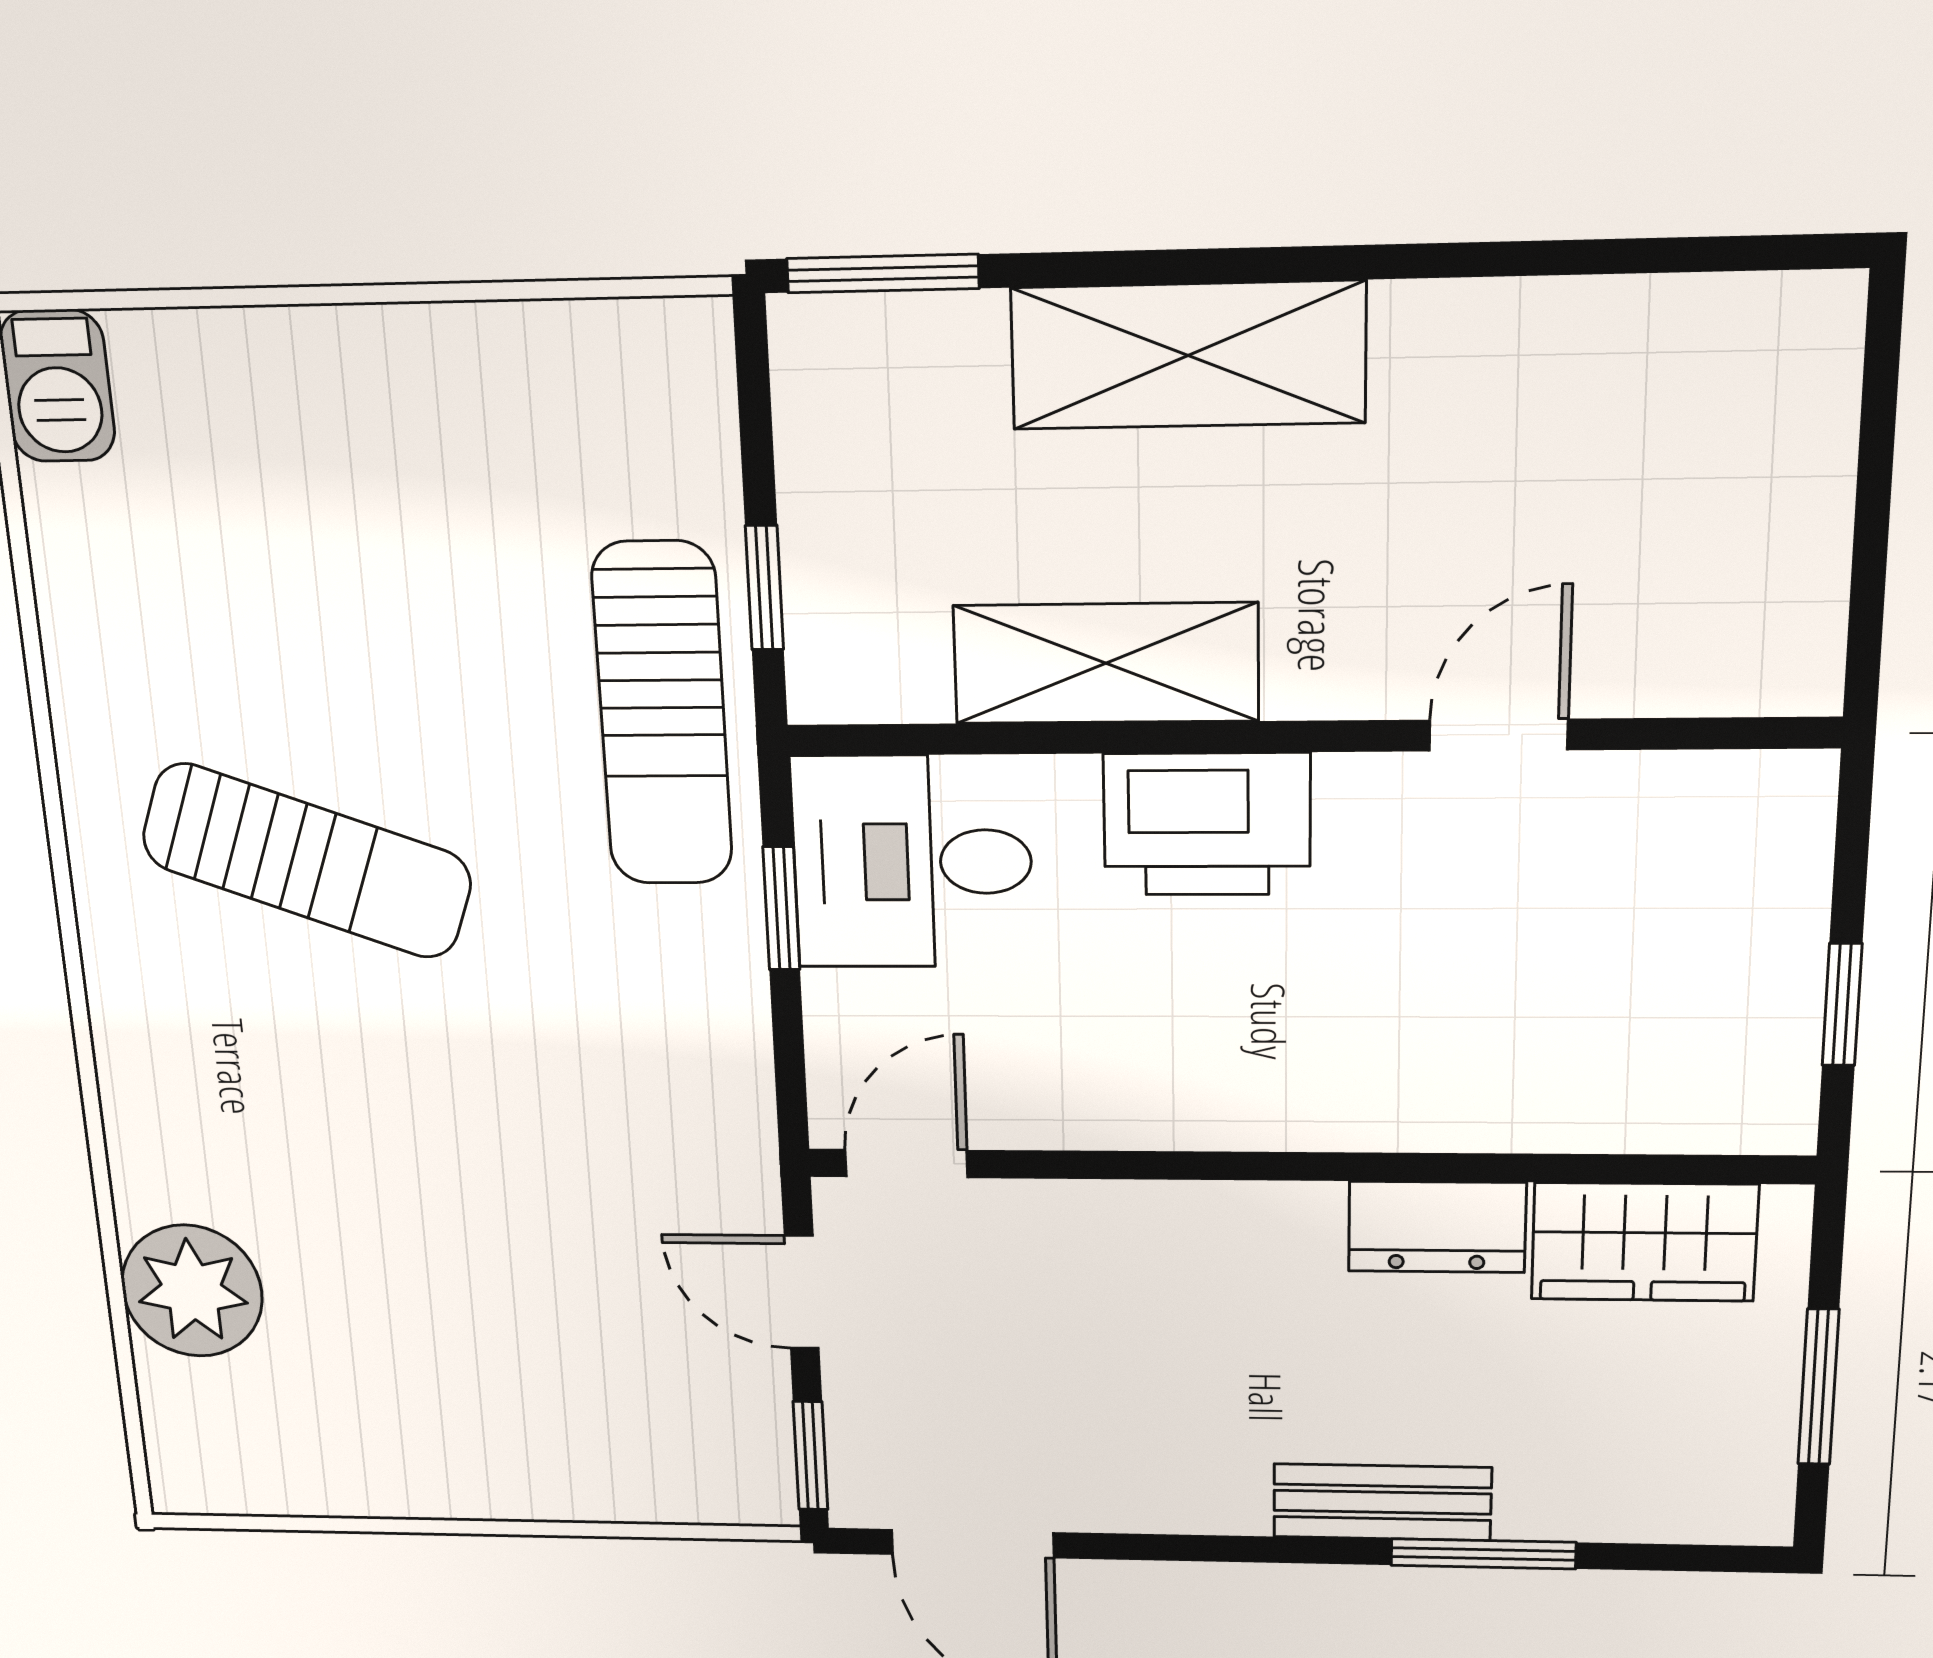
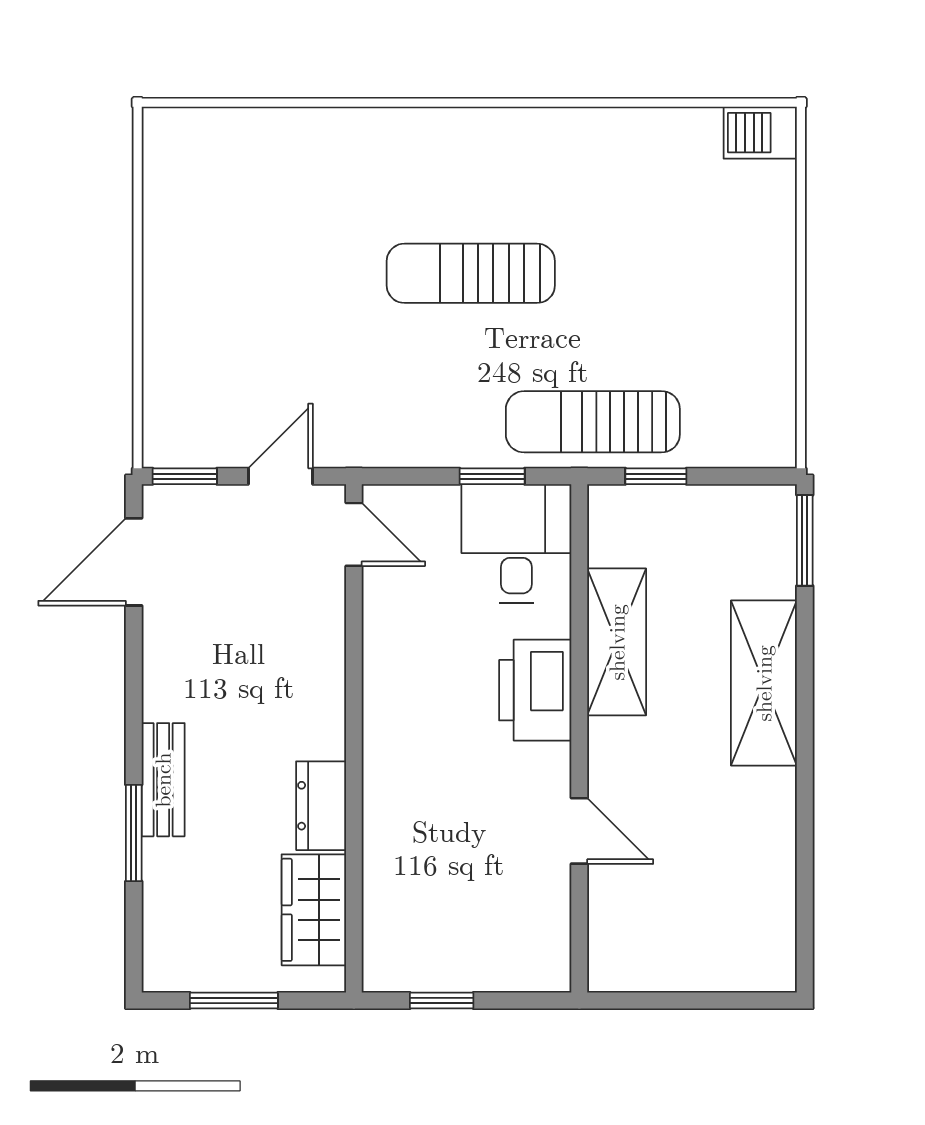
sun lounger: (307, 861) -> (471, 273), moved, turned 70
plant: (192, 1291) -> (277, 145), removed

